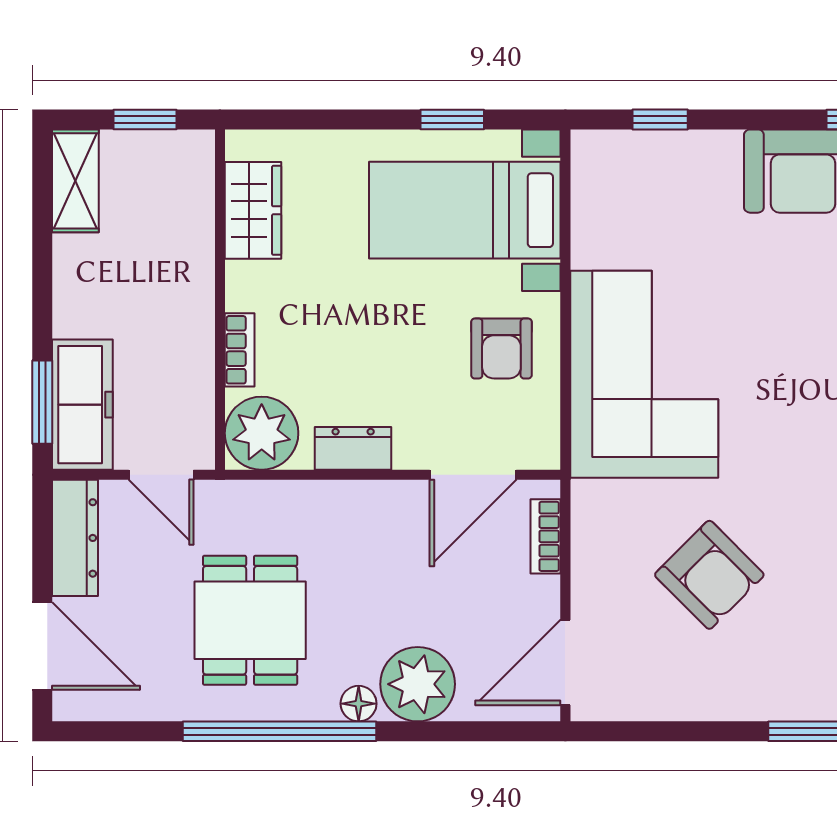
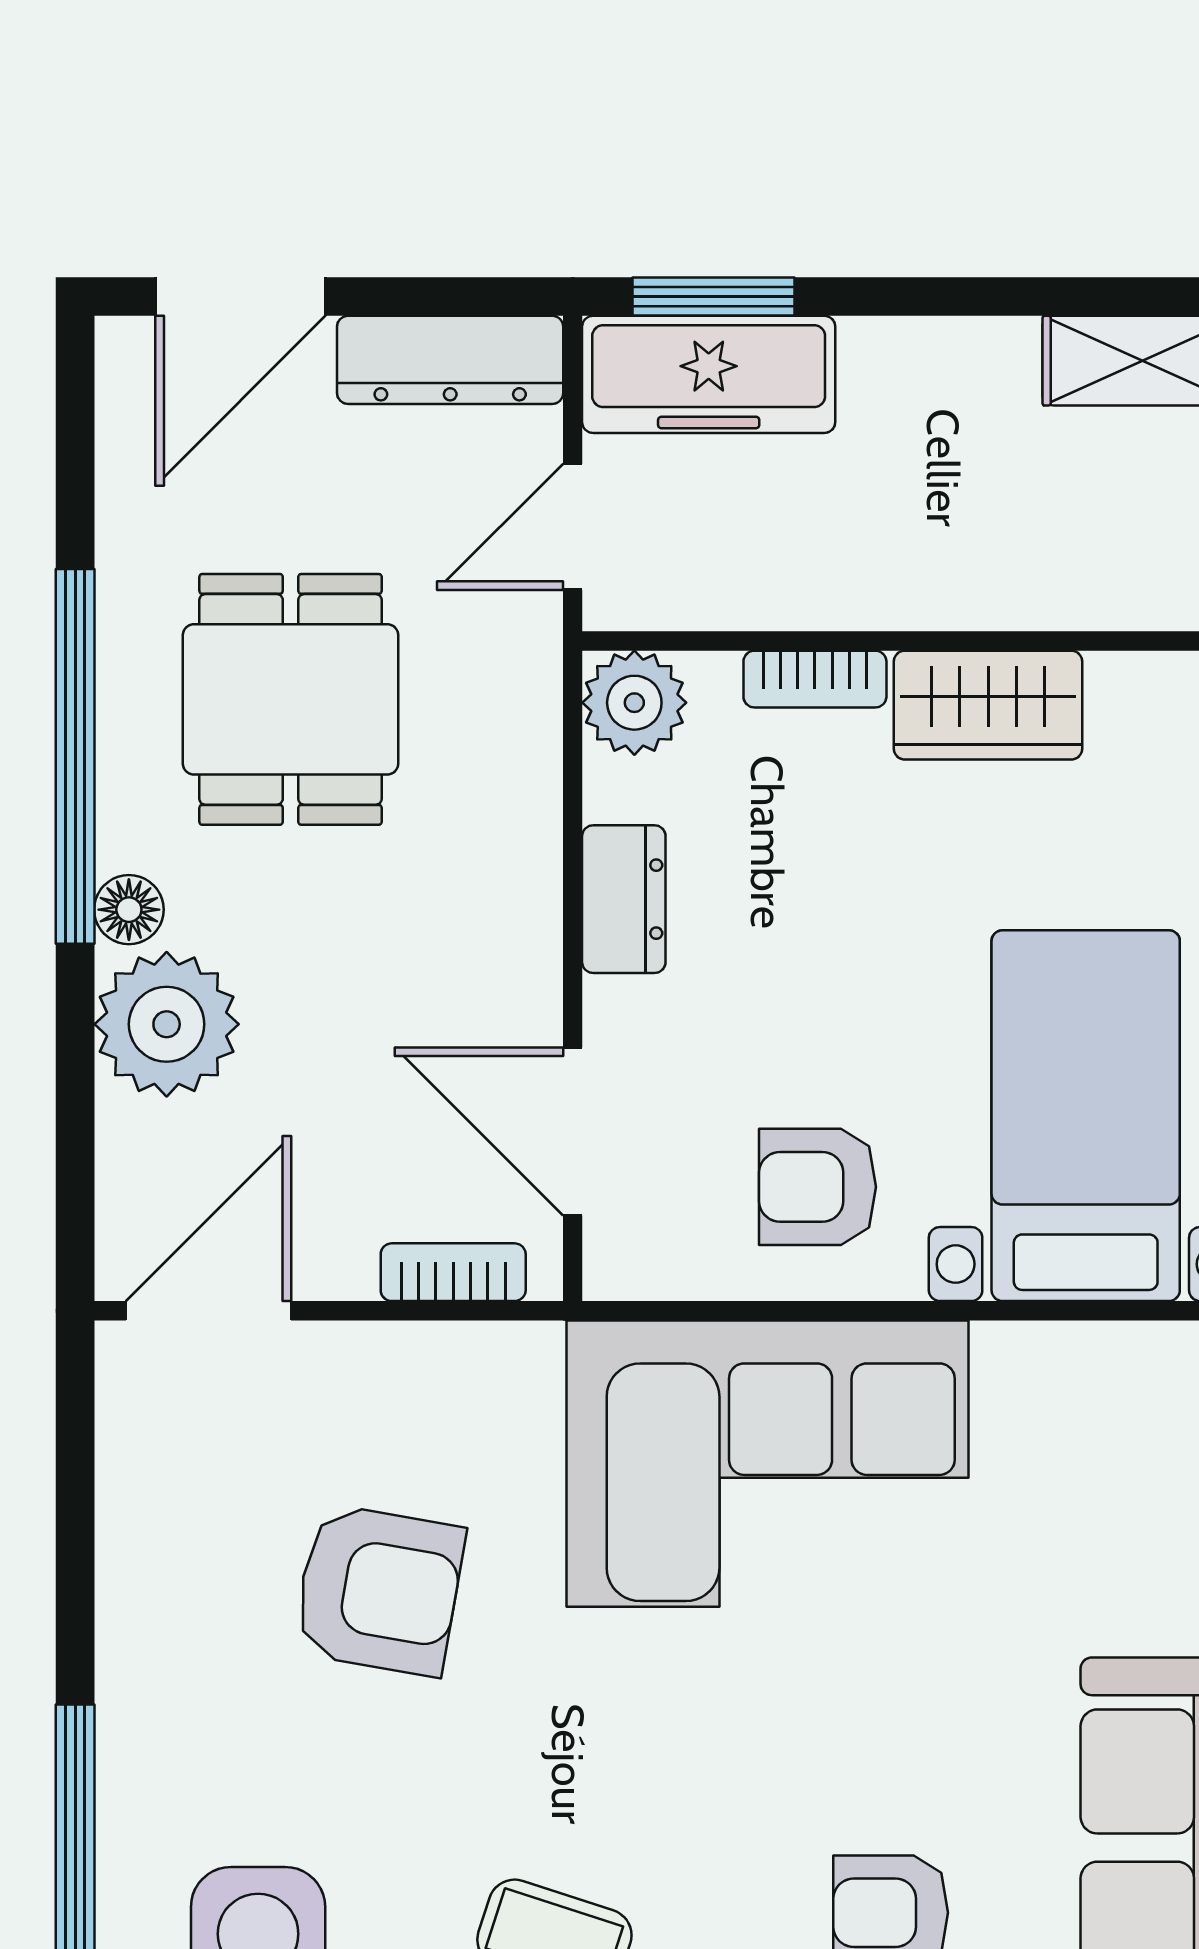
wardrobe: (253, 210) -> (988, 705), moved
plant: (262, 433) -> (634, 703), width x0.73, depth x0.73
armchair: (709, 575) -> (379, 1590), turned -125
dining table: (250, 620) -> (291, 699), turned 90
door: (565, 663) -> (209, 1311), hinge flipped

